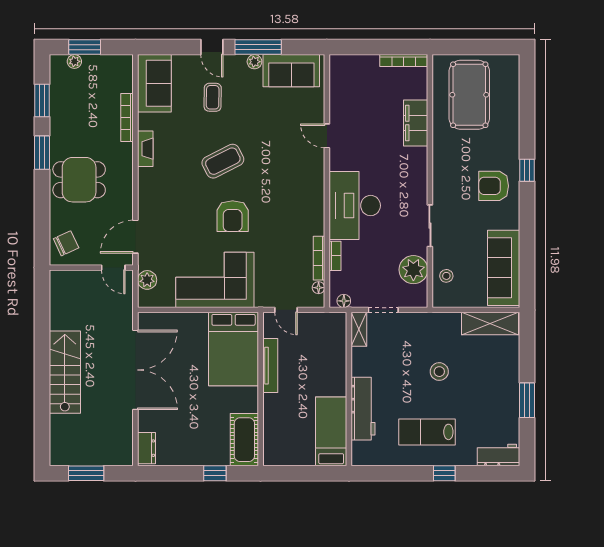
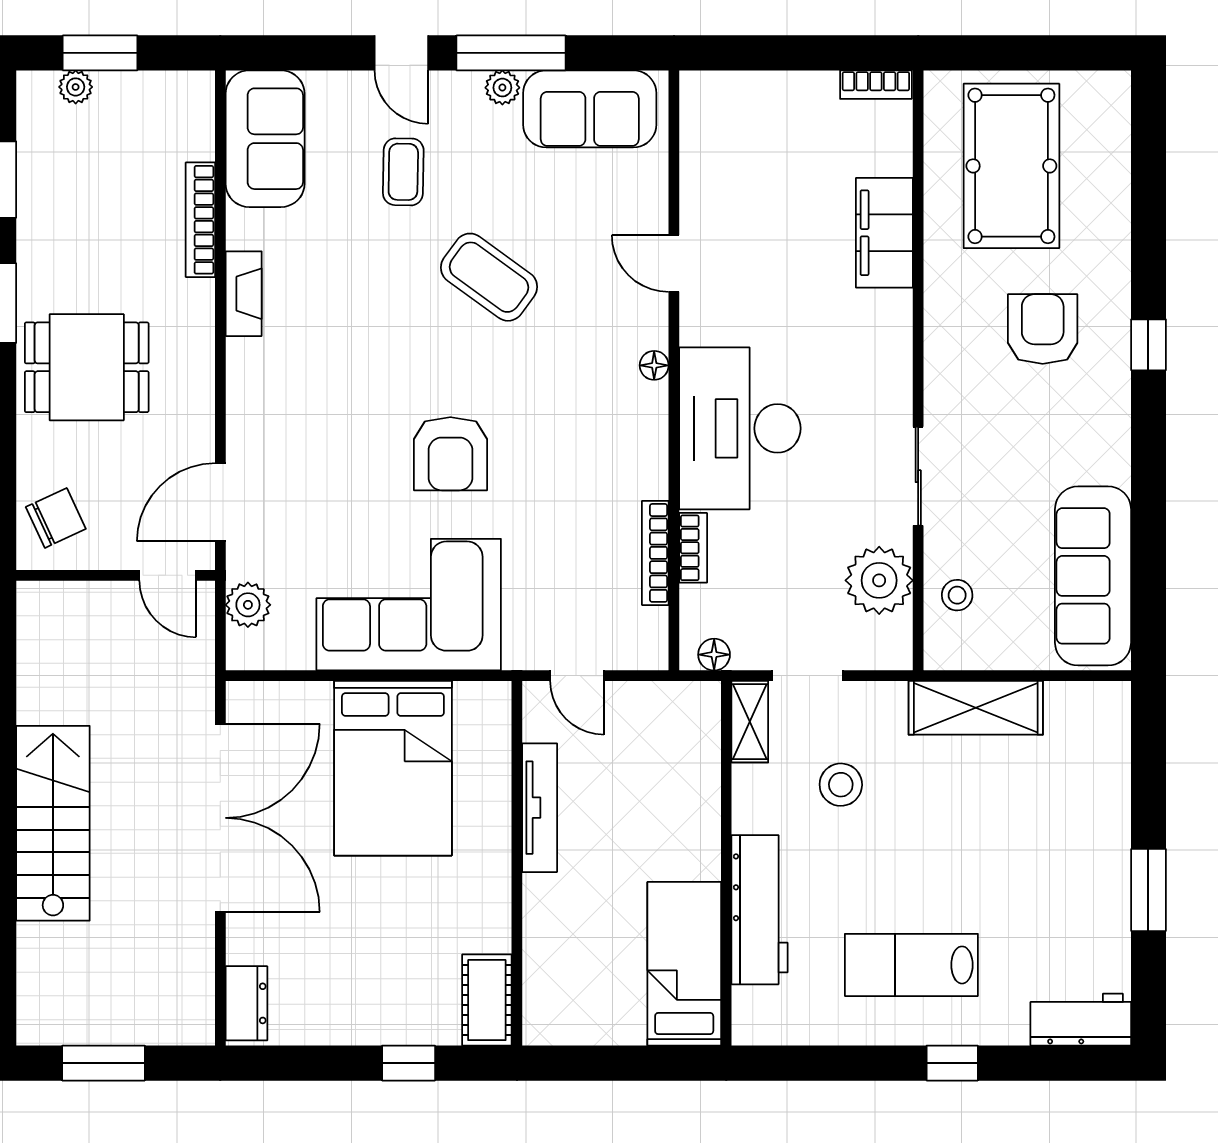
bookcase: (404, 60) -> (876, 85), width x0.64
coffee table: (223, 161) -> (489, 277), moved, turned 63
armchair: (494, 186) -> (1043, 329), moved, turned 90
floor lamp: (319, 288) -> (654, 365), moved
shelving: (490, 323) -> (976, 708), moved
bed: (234, 349) -> (393, 768), moved
stool: (439, 372) -> (841, 785), moved
cot: (244, 440) -> (487, 1000), width x0.73, depth x0.75

